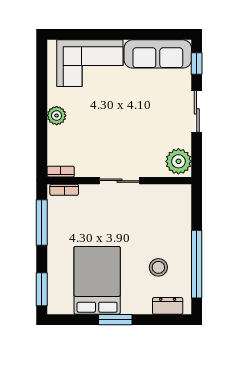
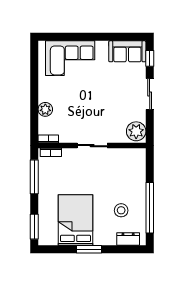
sofa: (158, 54) -> (127, 51), width x0.73
plant: (57, 116) -> (45, 109), moved

